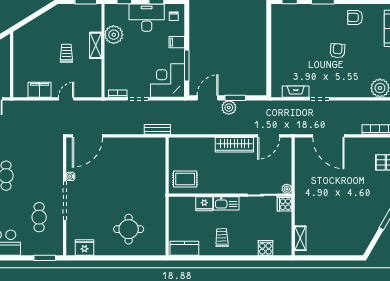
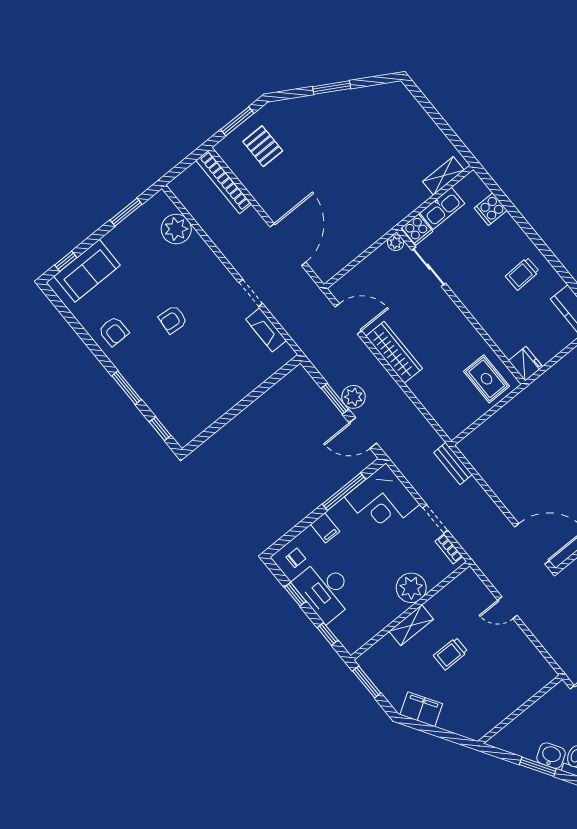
plant: (114, 35) -> (411, 588), moved
filing cabinet: (40, 90) -> (421, 709), moved, turned 148
kitchen sink: (226, 203) -> (442, 208), moved, turned 90
fridge: (204, 204) -> (526, 364), moved

